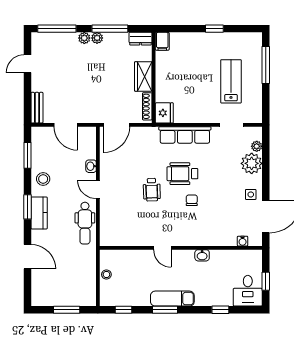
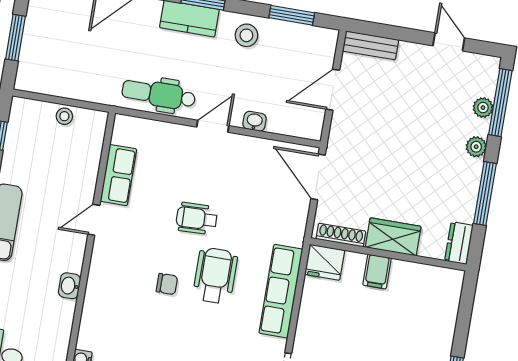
plant: (97, 38) -> (483, 108), moved
filing cabinet: (162, 41) -> (377, 272), moved, turned -90
row of seats: (135, 238) -> (118, 175), added

